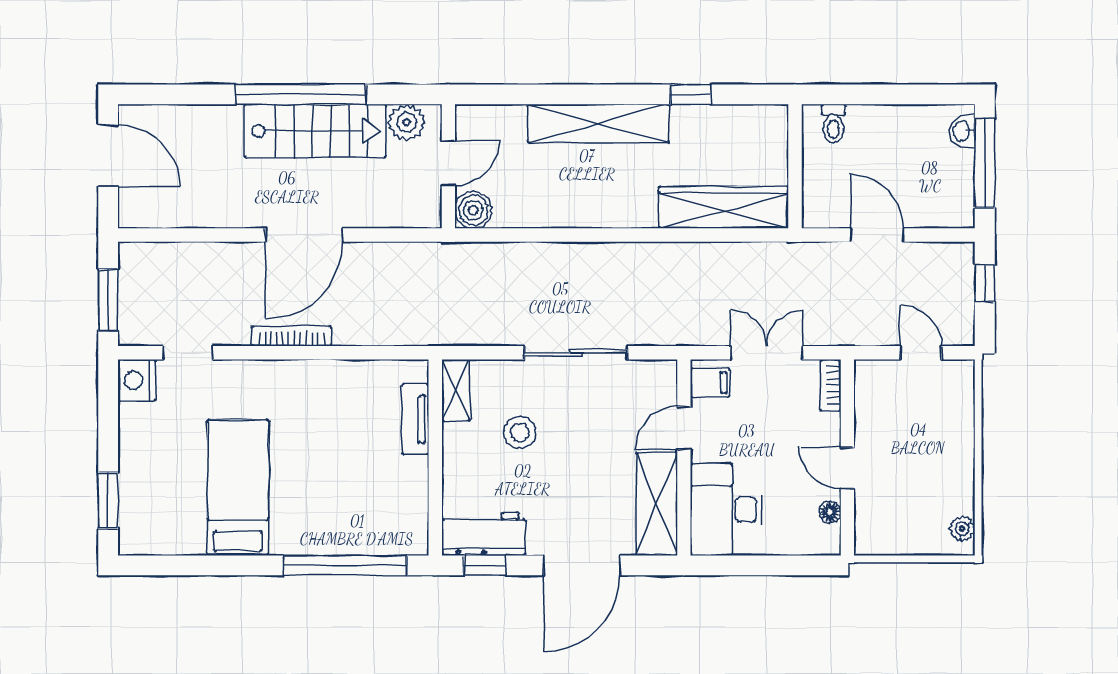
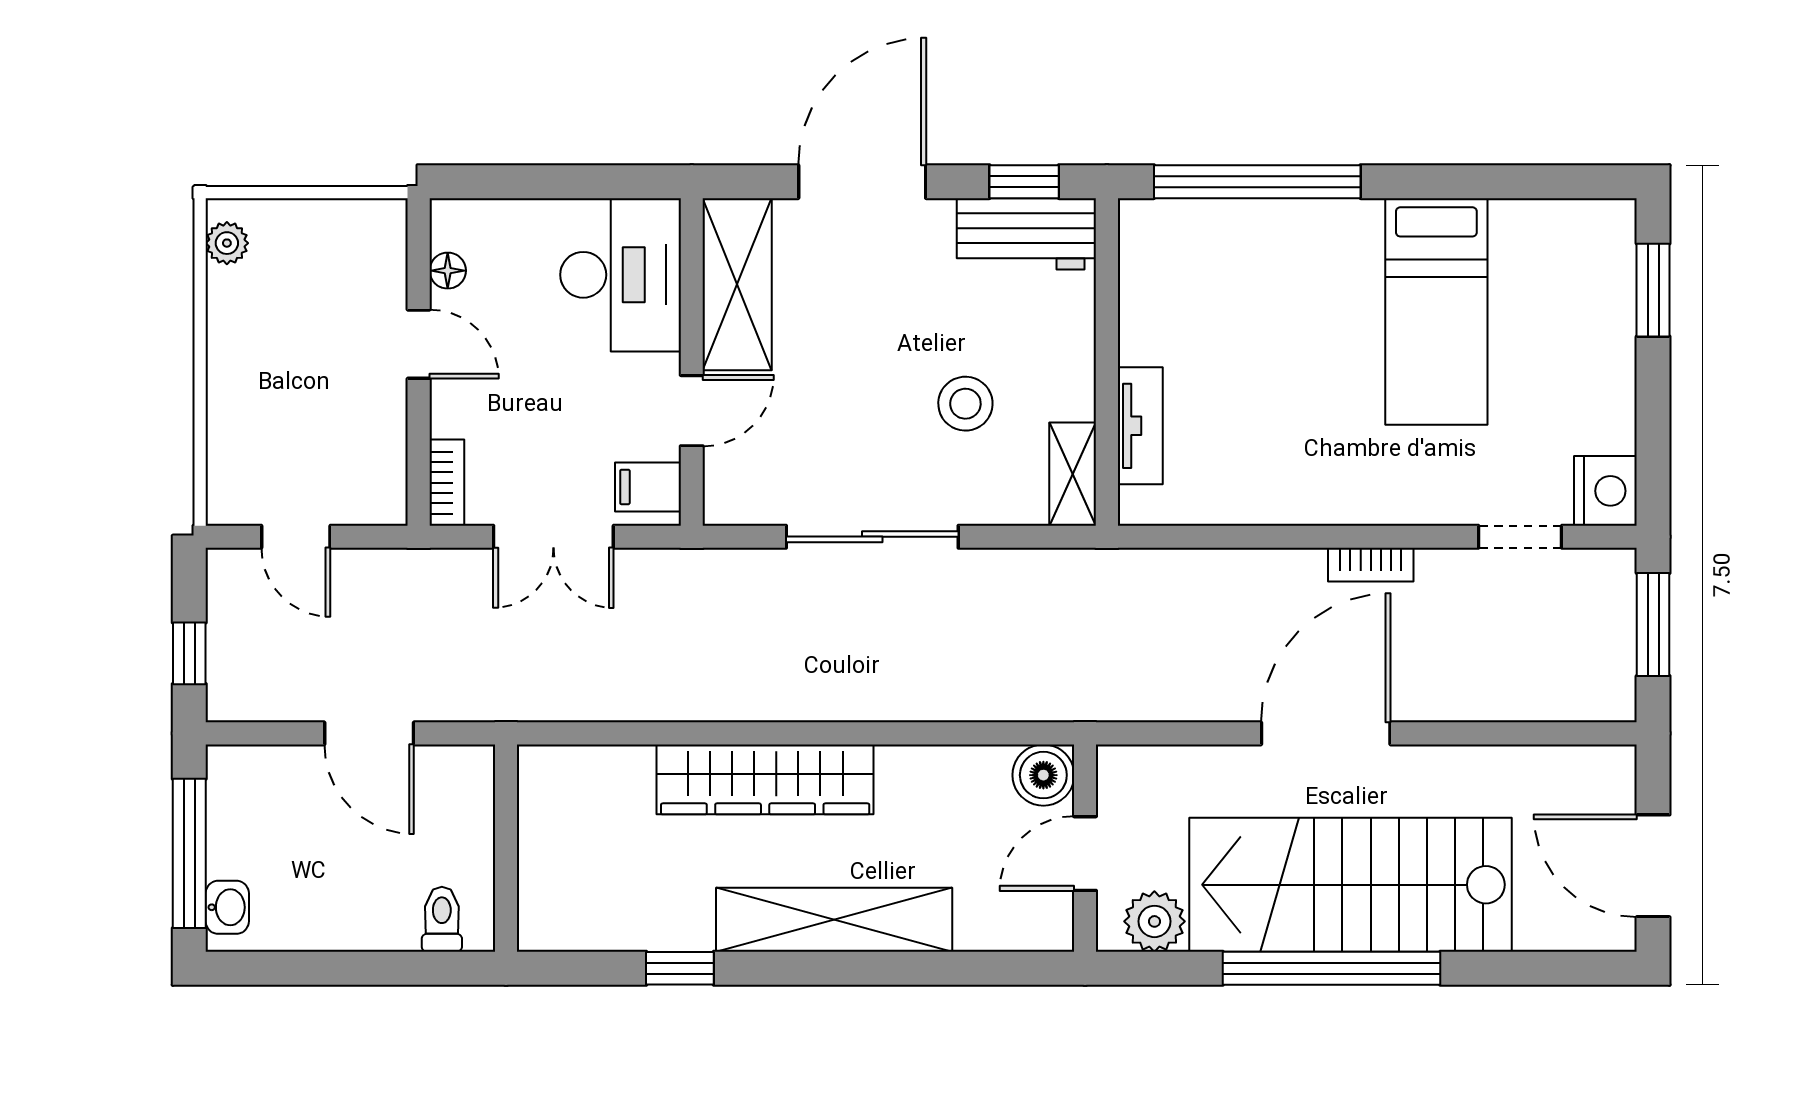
stairs: (315, 131) -> (1350, 885), width x1.36, depth x1.51
wardrobe: (724, 207) -> (765, 779), moved
bookcase: (292, 336) -> (1371, 565), width x0.64

